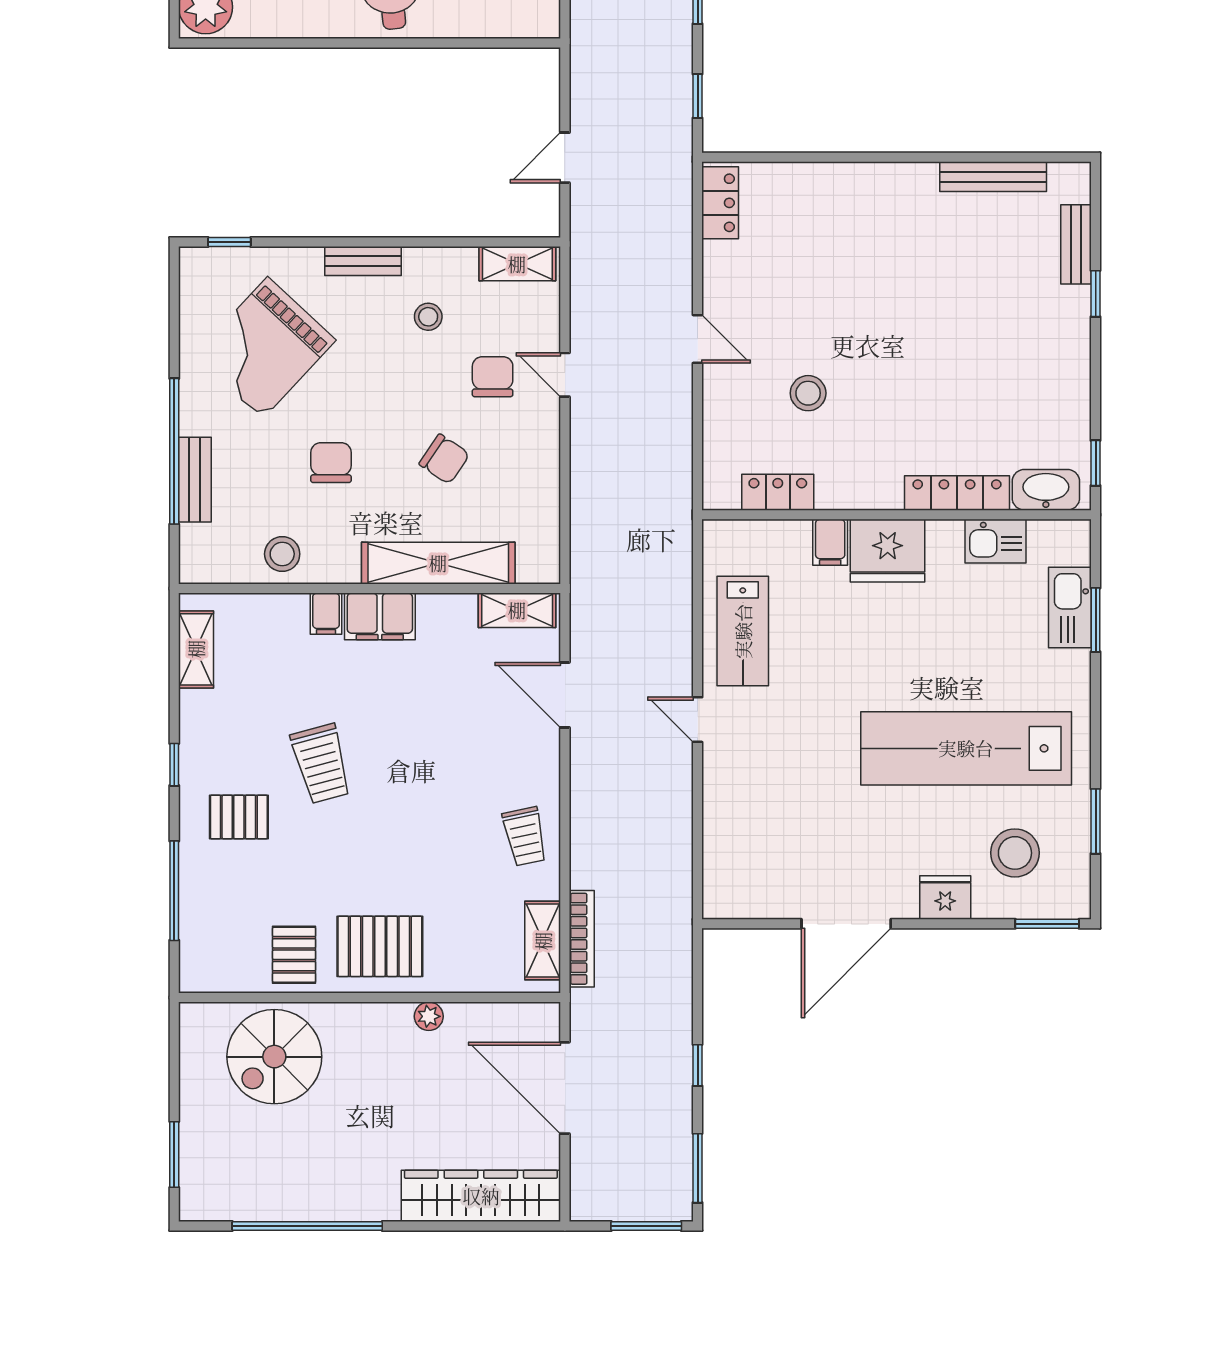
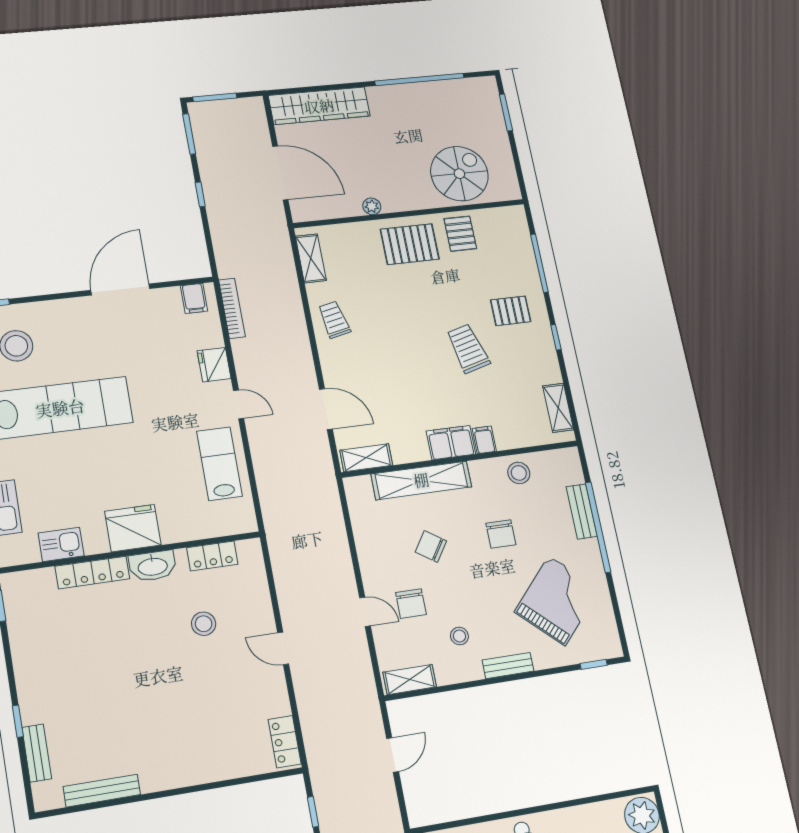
washbasin: (1046, 490) -> (153, 566), moved
filing cabinet: (830, 542) -> (194, 298), moved, turned 180
fridge: (945, 897) -> (214, 365), moved, turned 90
bookcase: (582, 939) -> (232, 308), moved, turned 180

